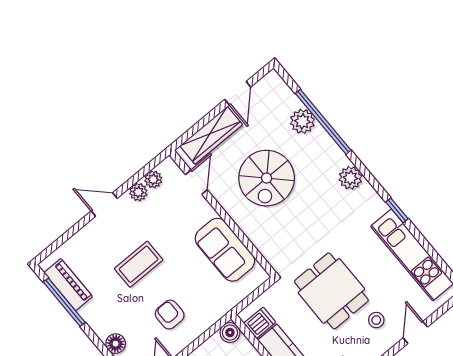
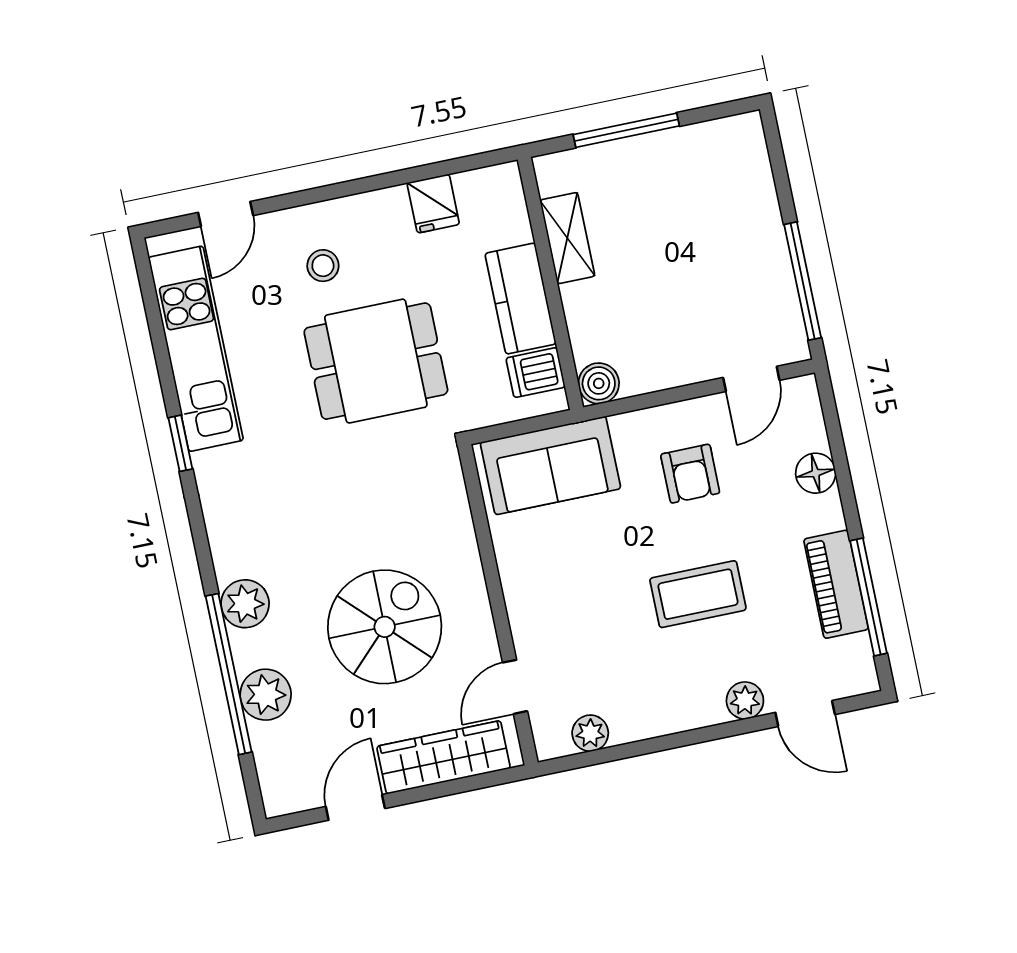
plant: (350, 178) -> (245, 604), moved
plant: (138, 192) -> (745, 700), moved
door: (104, 205) -> (805, 713), moved
sofa: (225, 250) -> (550, 466), moved, turned 90
piano: (68, 285) -> (836, 584), moved
dining table: (331, 291) -> (376, 361), turned 90
door: (415, 332) -> (226, 214), moved

